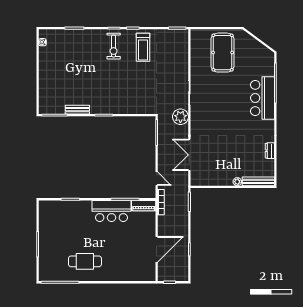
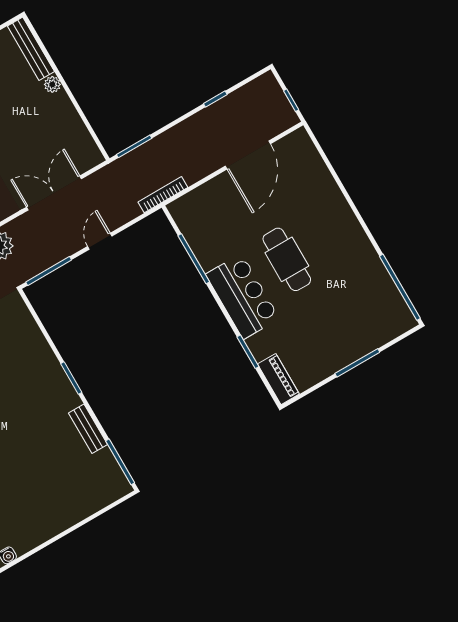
double door: (189, 155) -> (54, 193), swing flipped
door: (157, 179) -> (100, 241), moved
piano: (144, 206) -> (278, 379), moved
bar counter: (112, 211) -> (242, 296), moved
door: (157, 249) -> (248, 155), swing flipped
cafe table: (85, 261) -> (287, 259), moved

